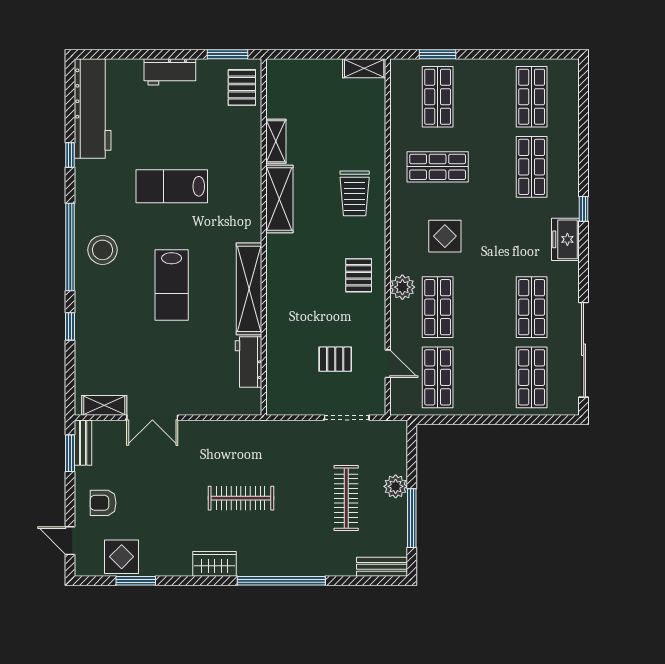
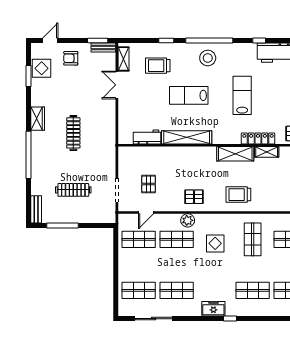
locker: (251, 157) -> (258, 138), added
trolley: (117, 342) -> (158, 66), added
sliding door: (584, 350) -> (154, 319), width x0.73
plant: (396, 486) -> (80, 217), removed
armchair: (103, 503) -> (71, 58), turned -90

